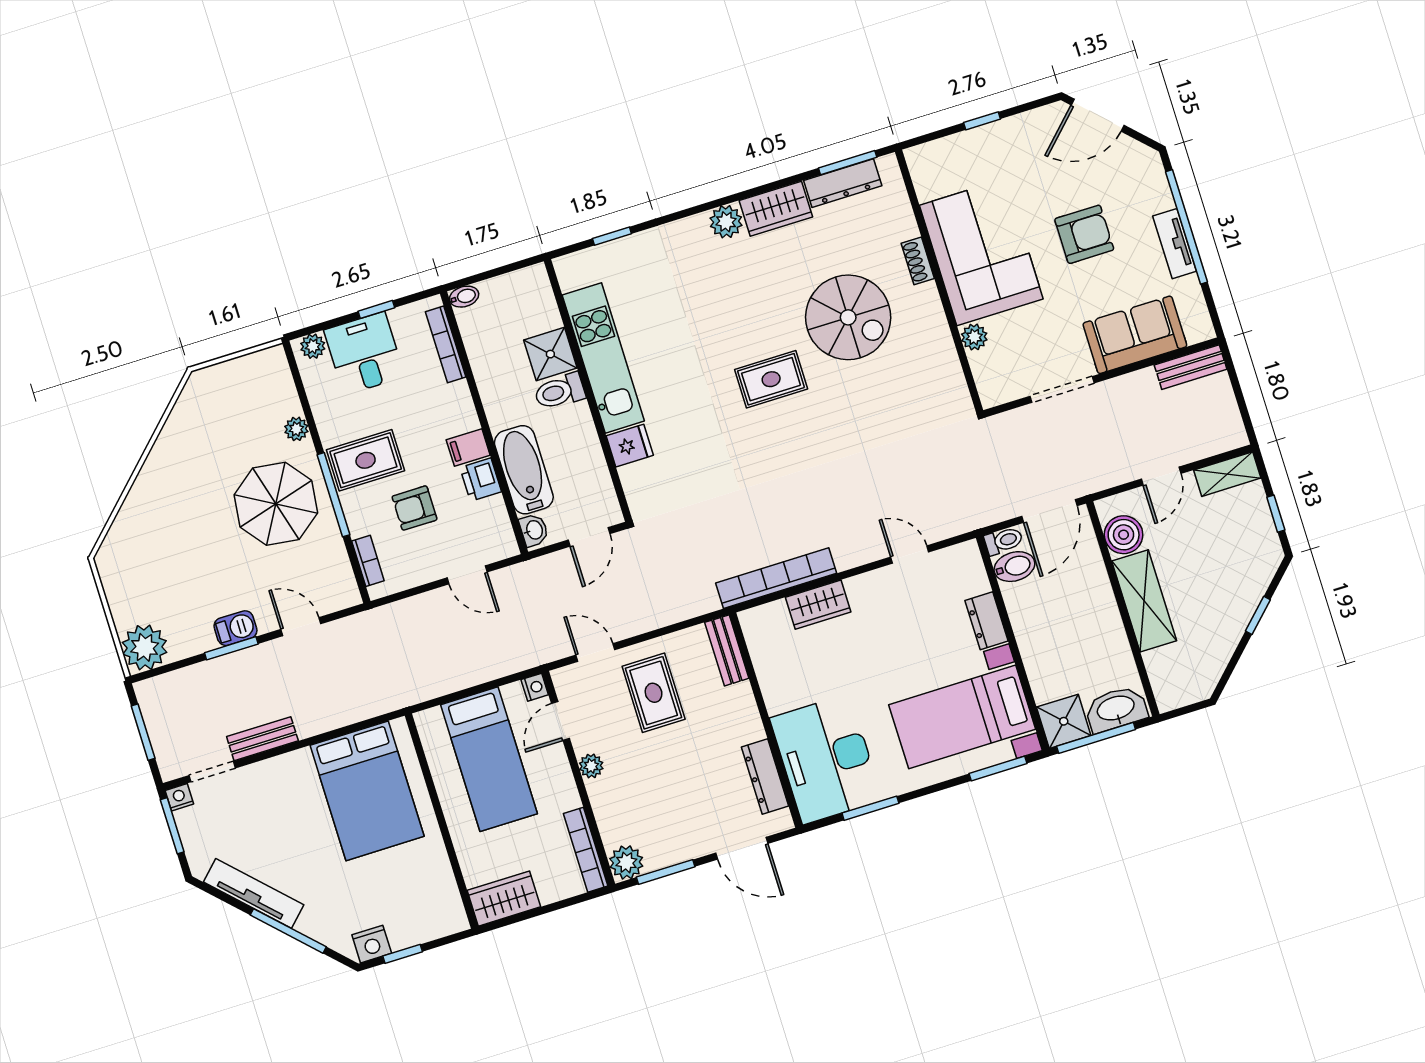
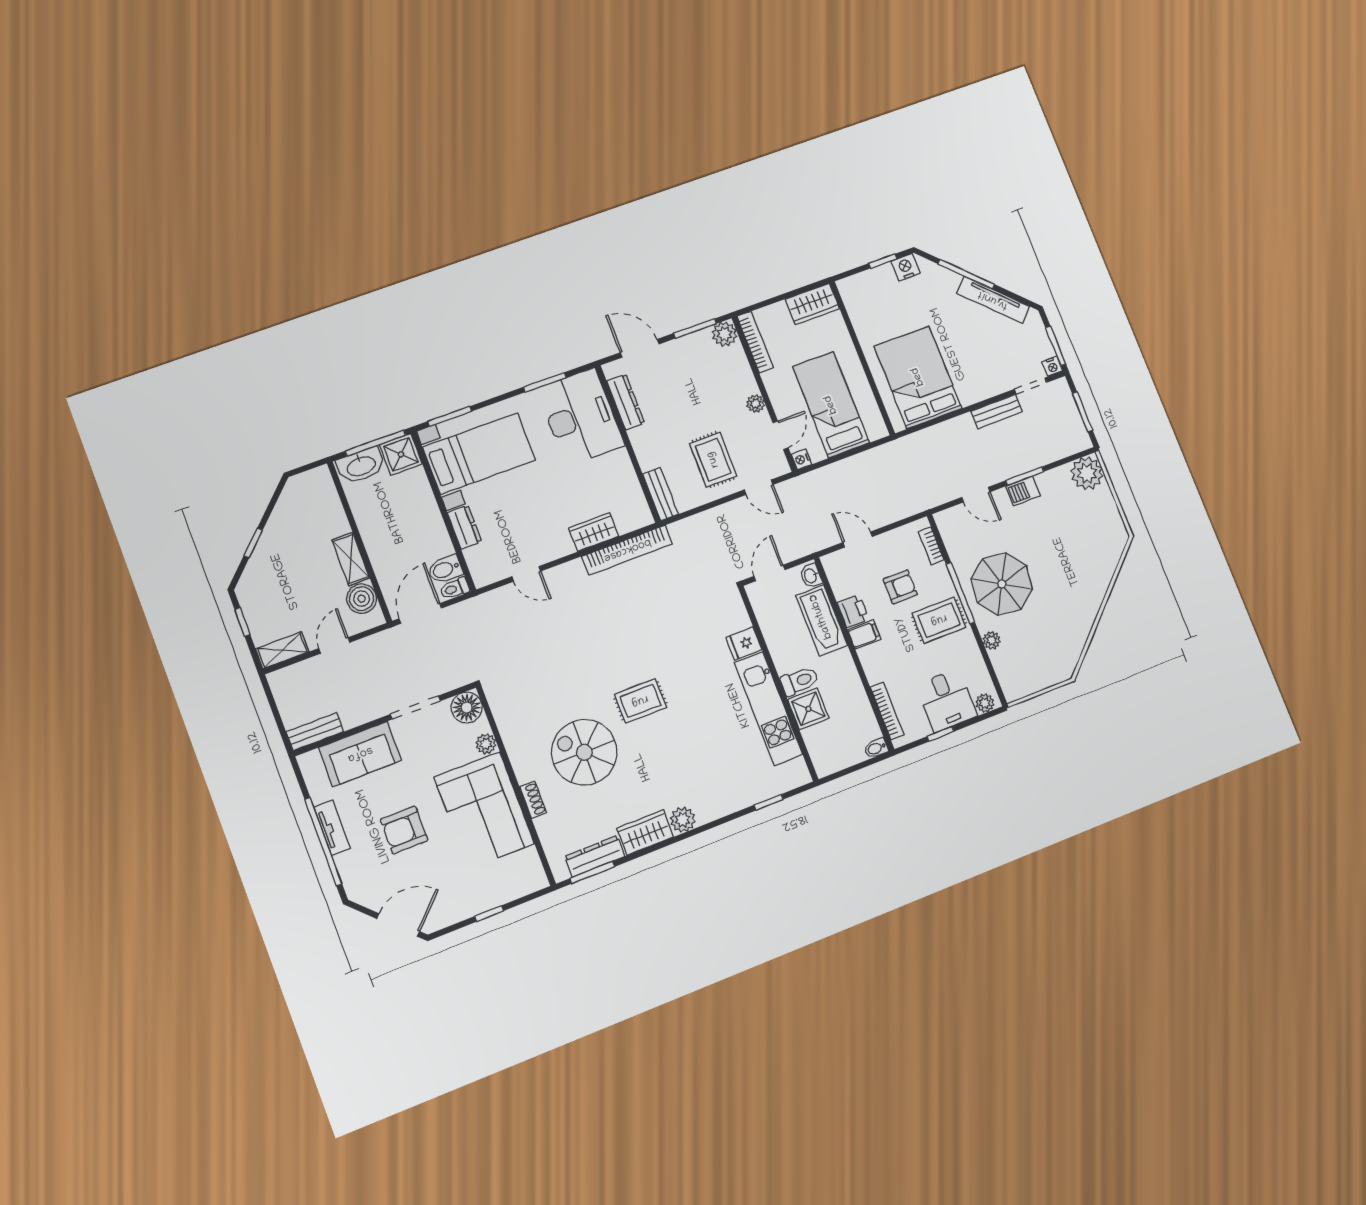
floor lamp: (996, 385) -> (467, 708), added
shelving: (1144, 601) -> (351, 559), width x0.67, depth x0.75

